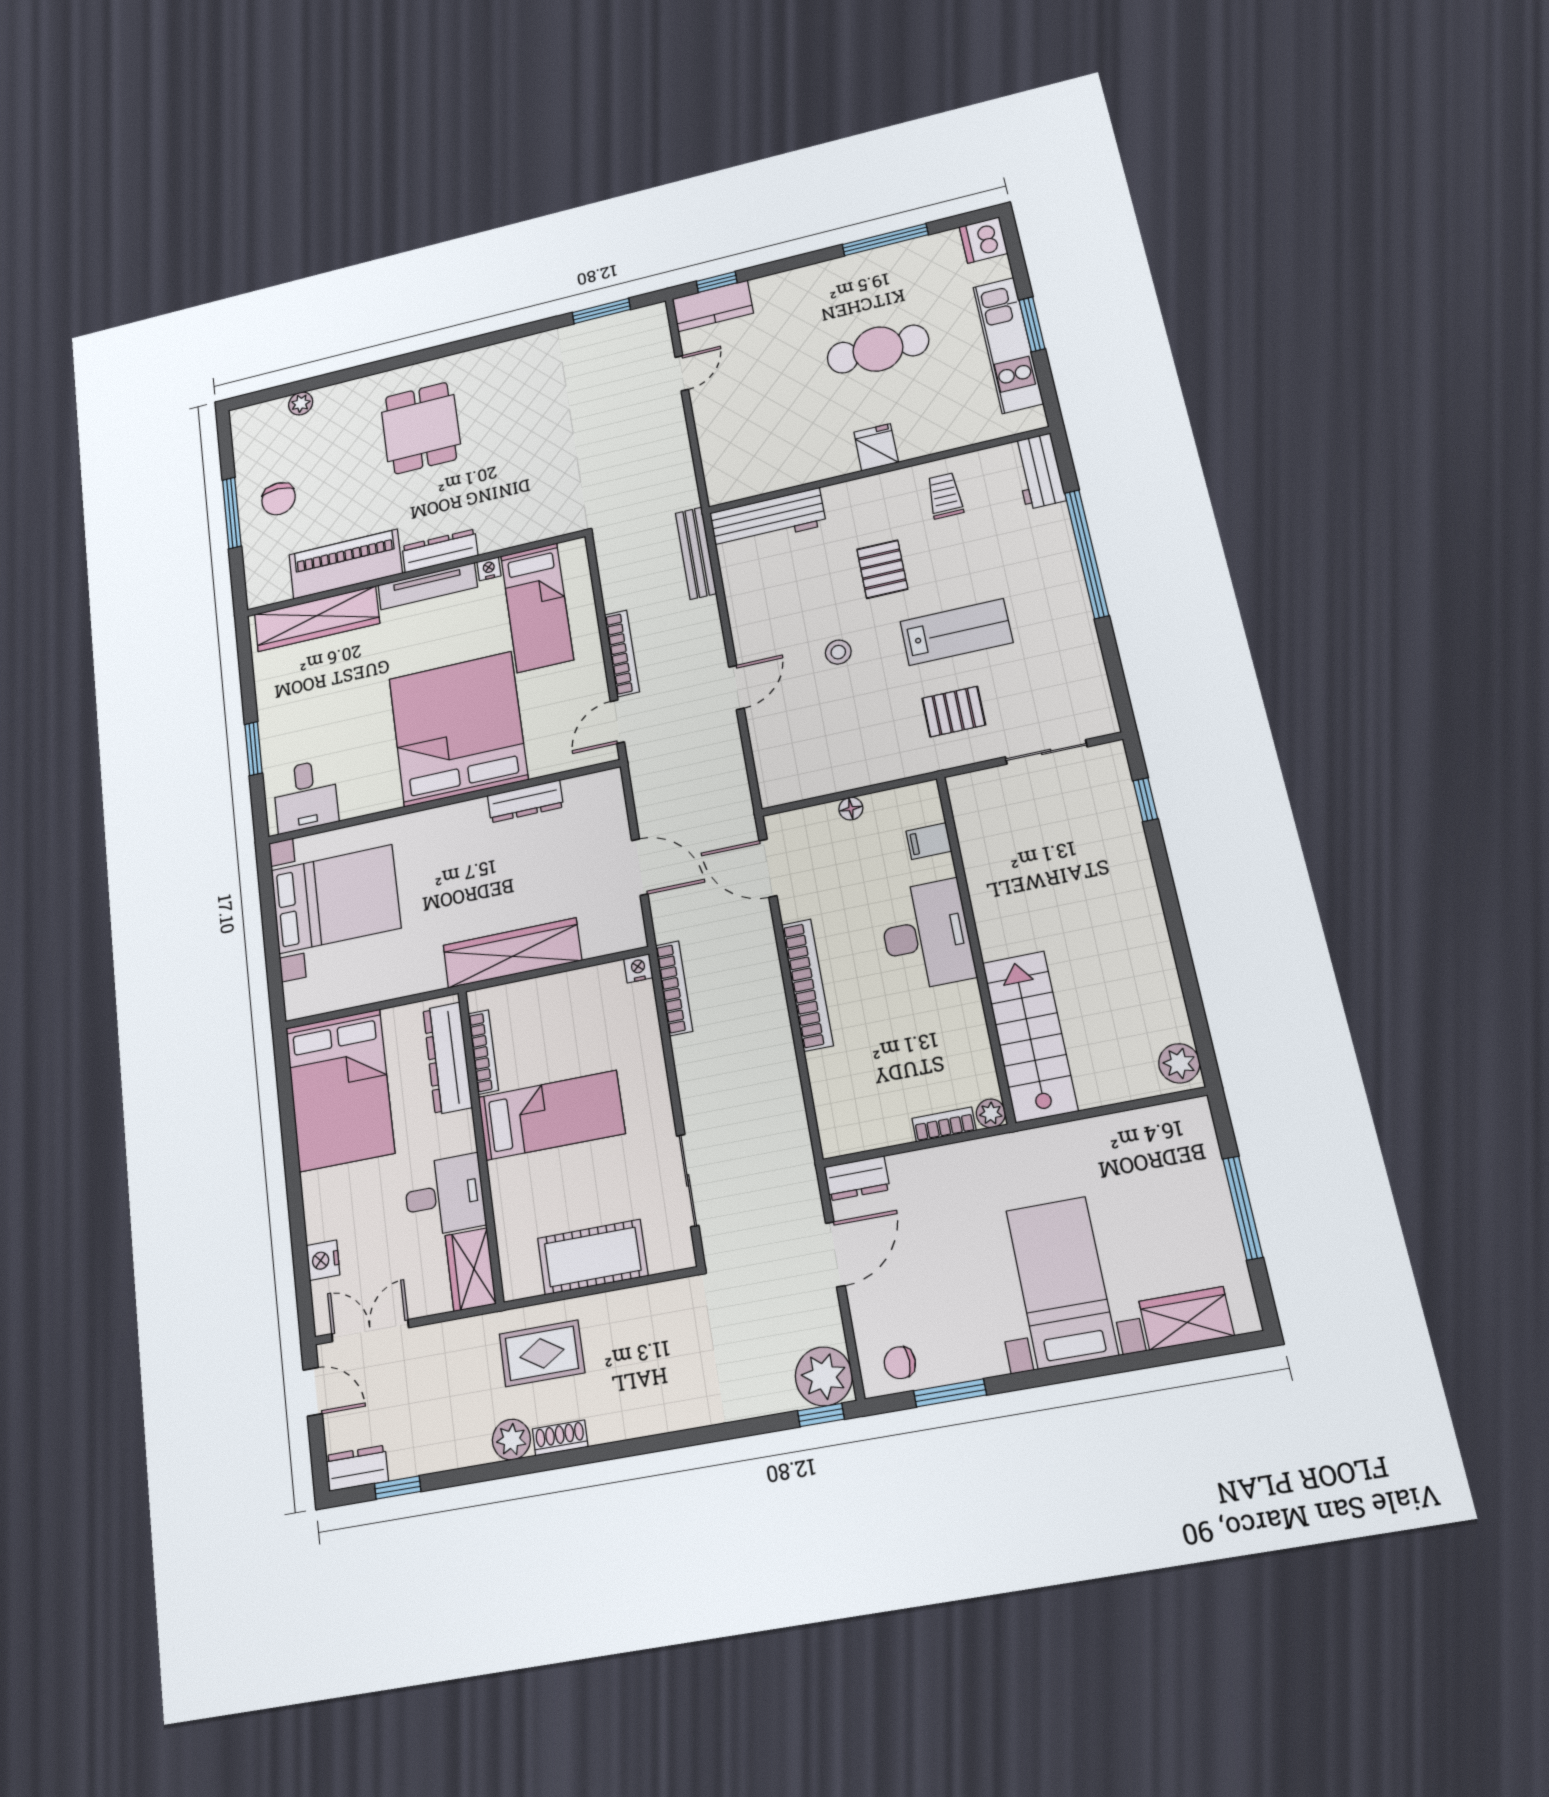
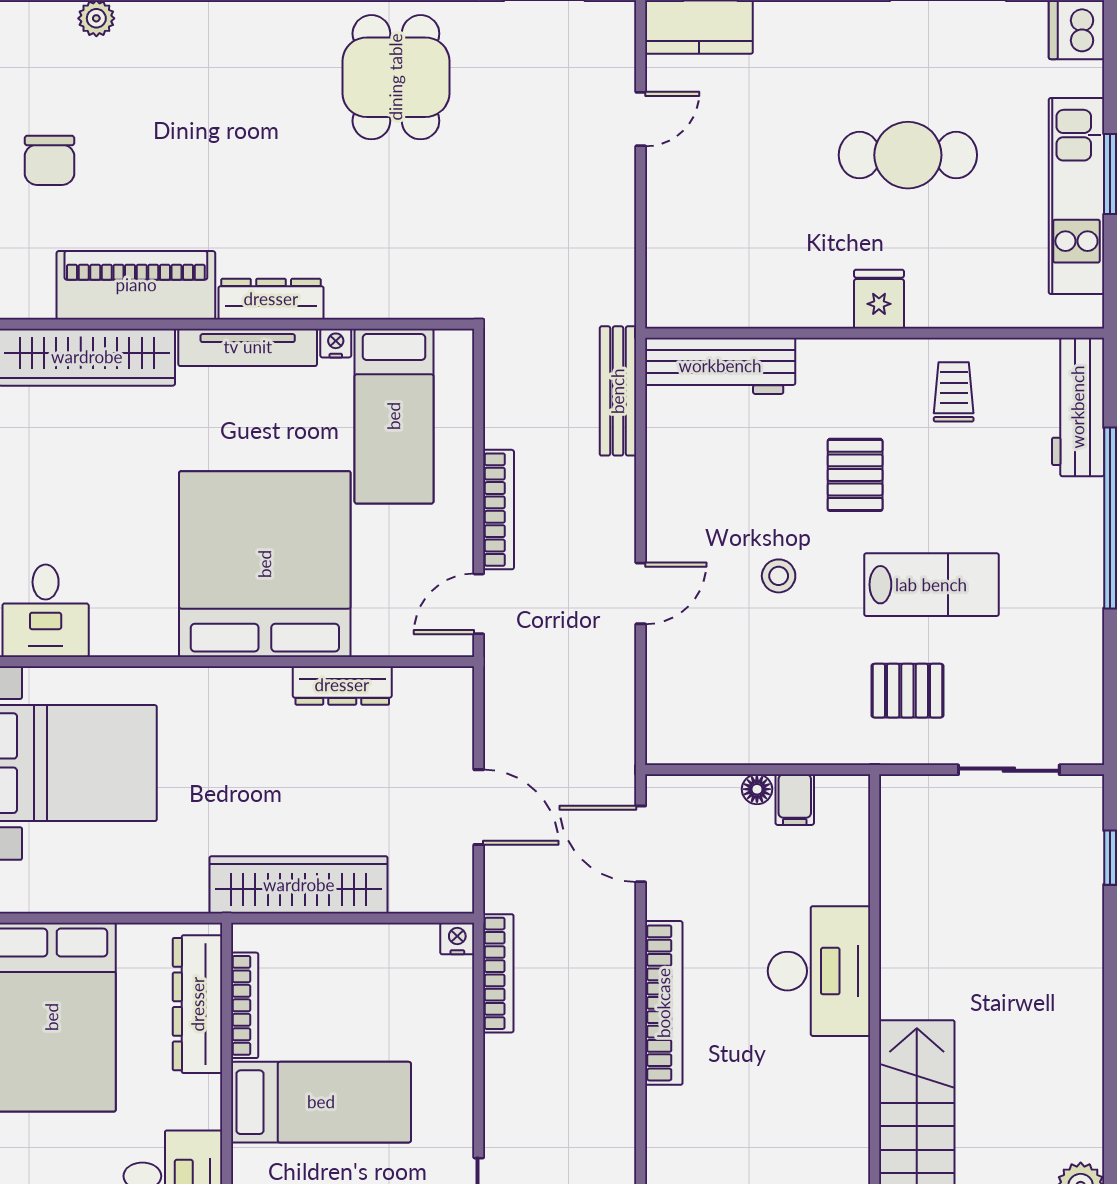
dining table: (421, 428) -> (396, 77), moved
workbench: (1039, 471) -> (1078, 407), width x1.38
filing cabinet: (929, 841) -> (795, 800), moved, turned -90

